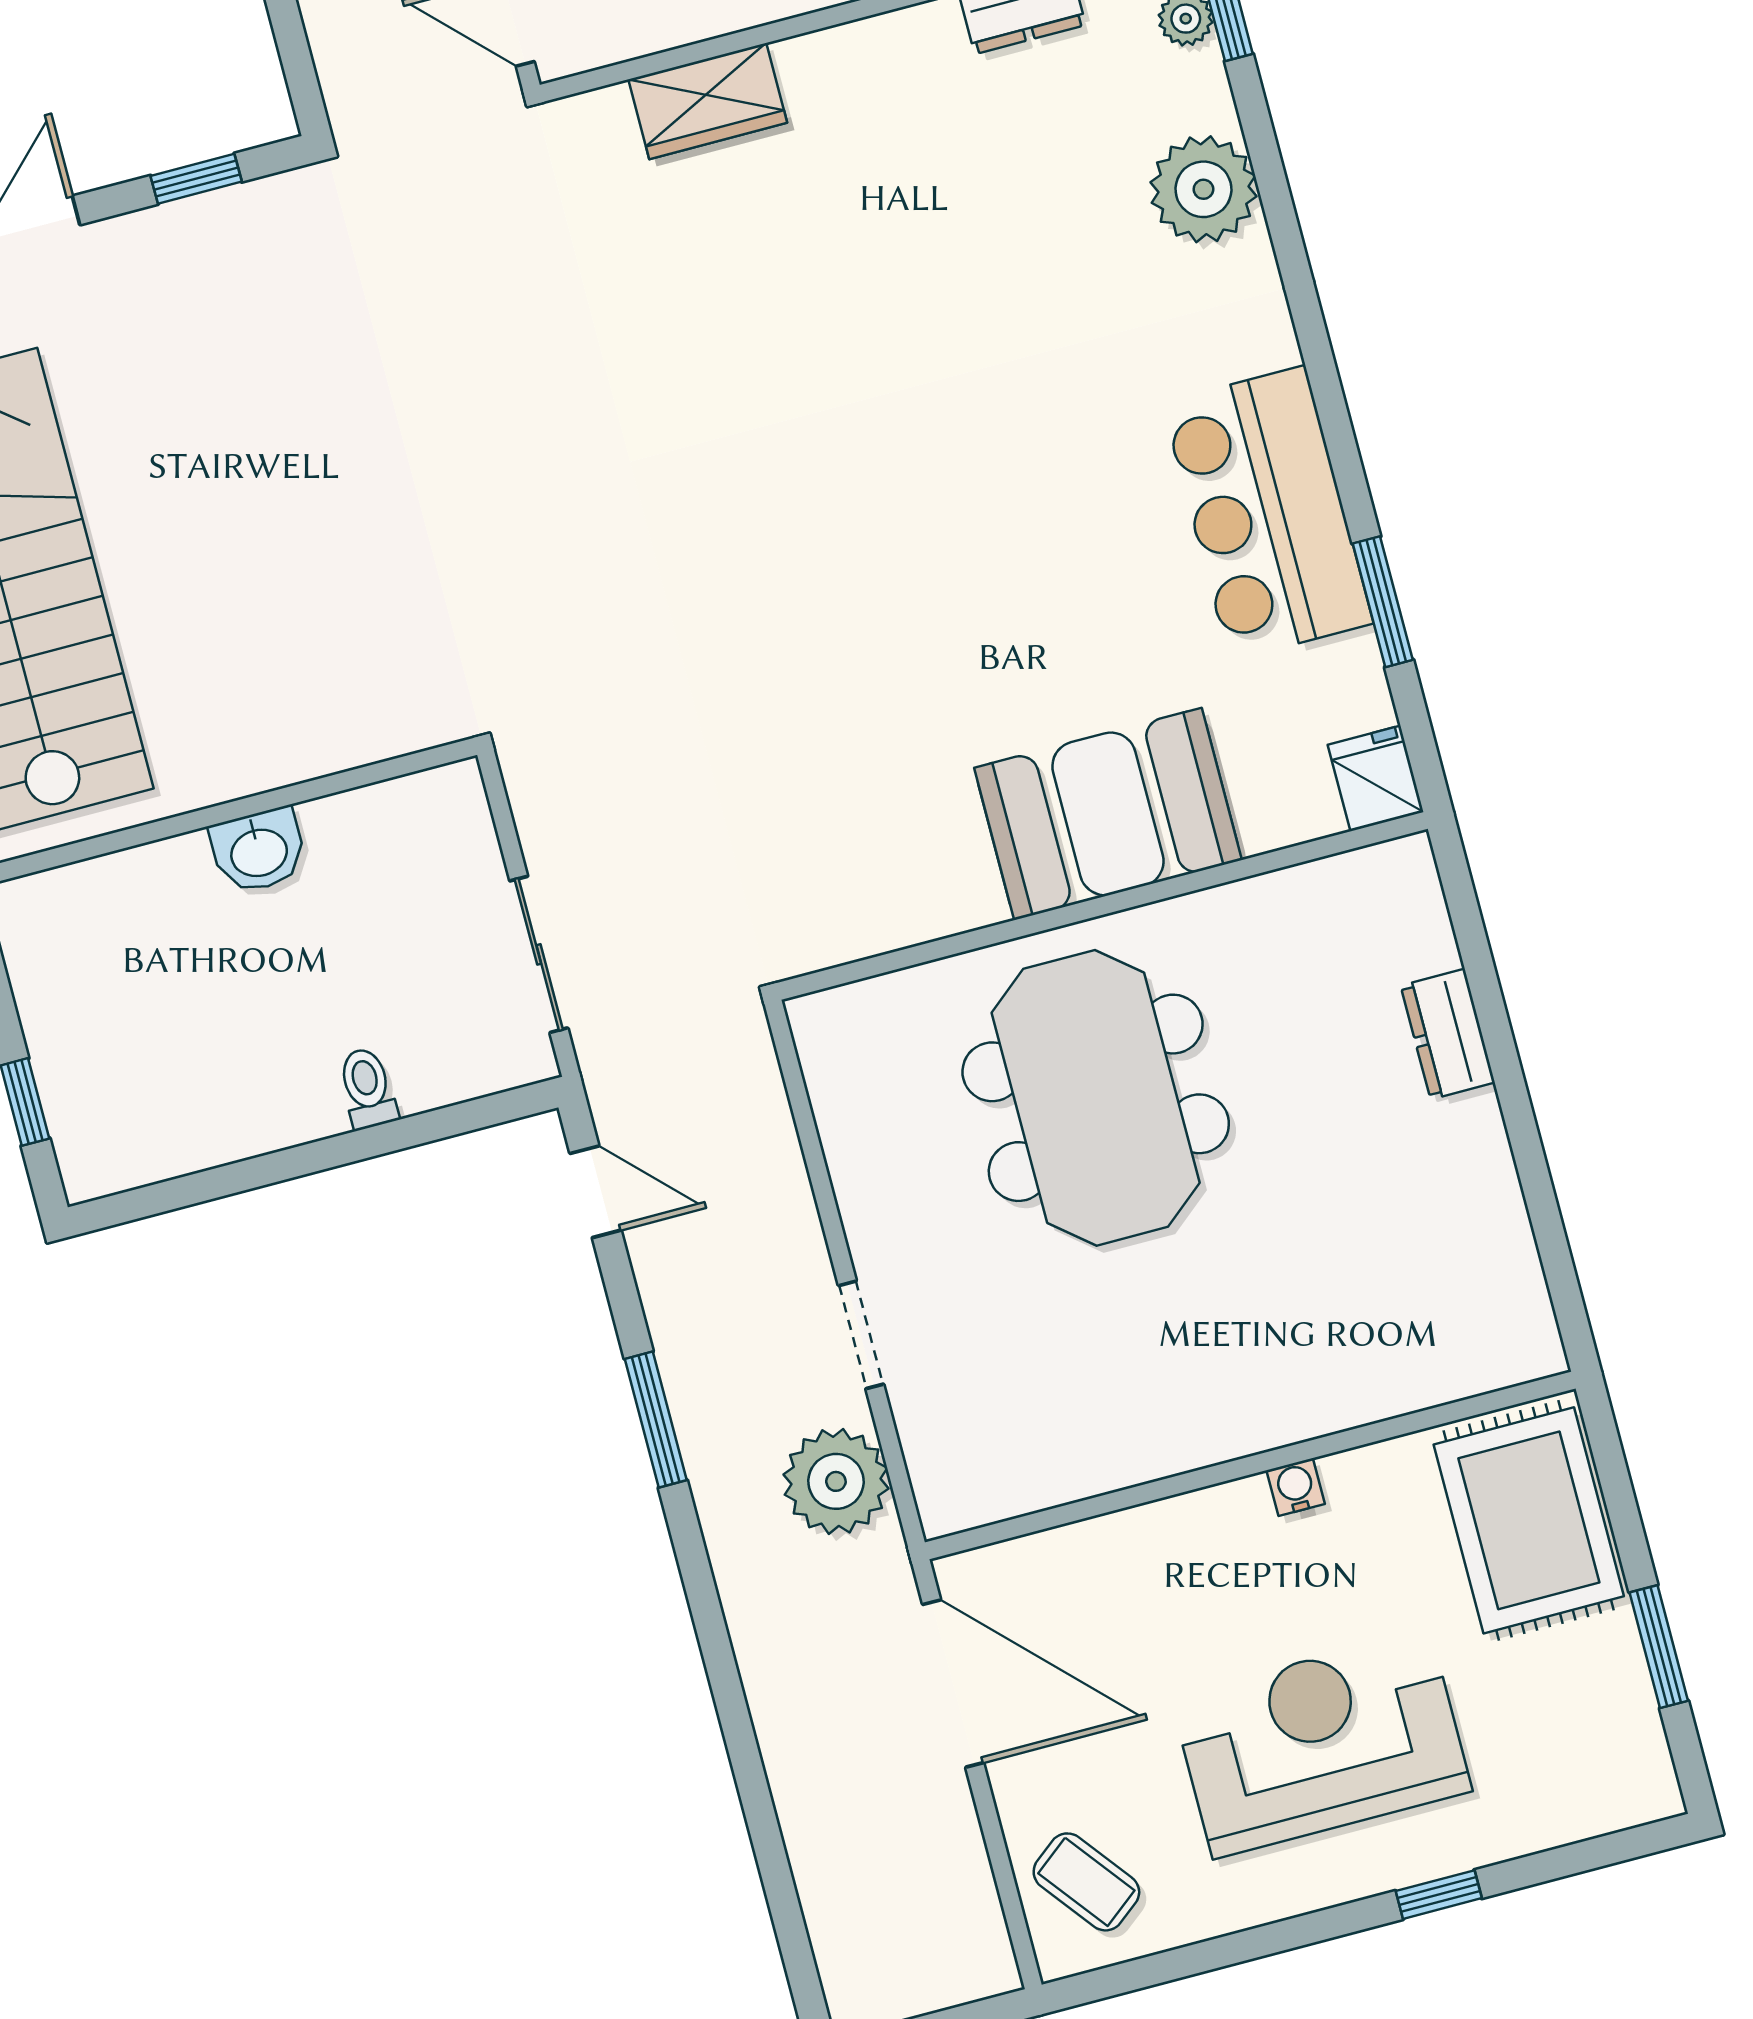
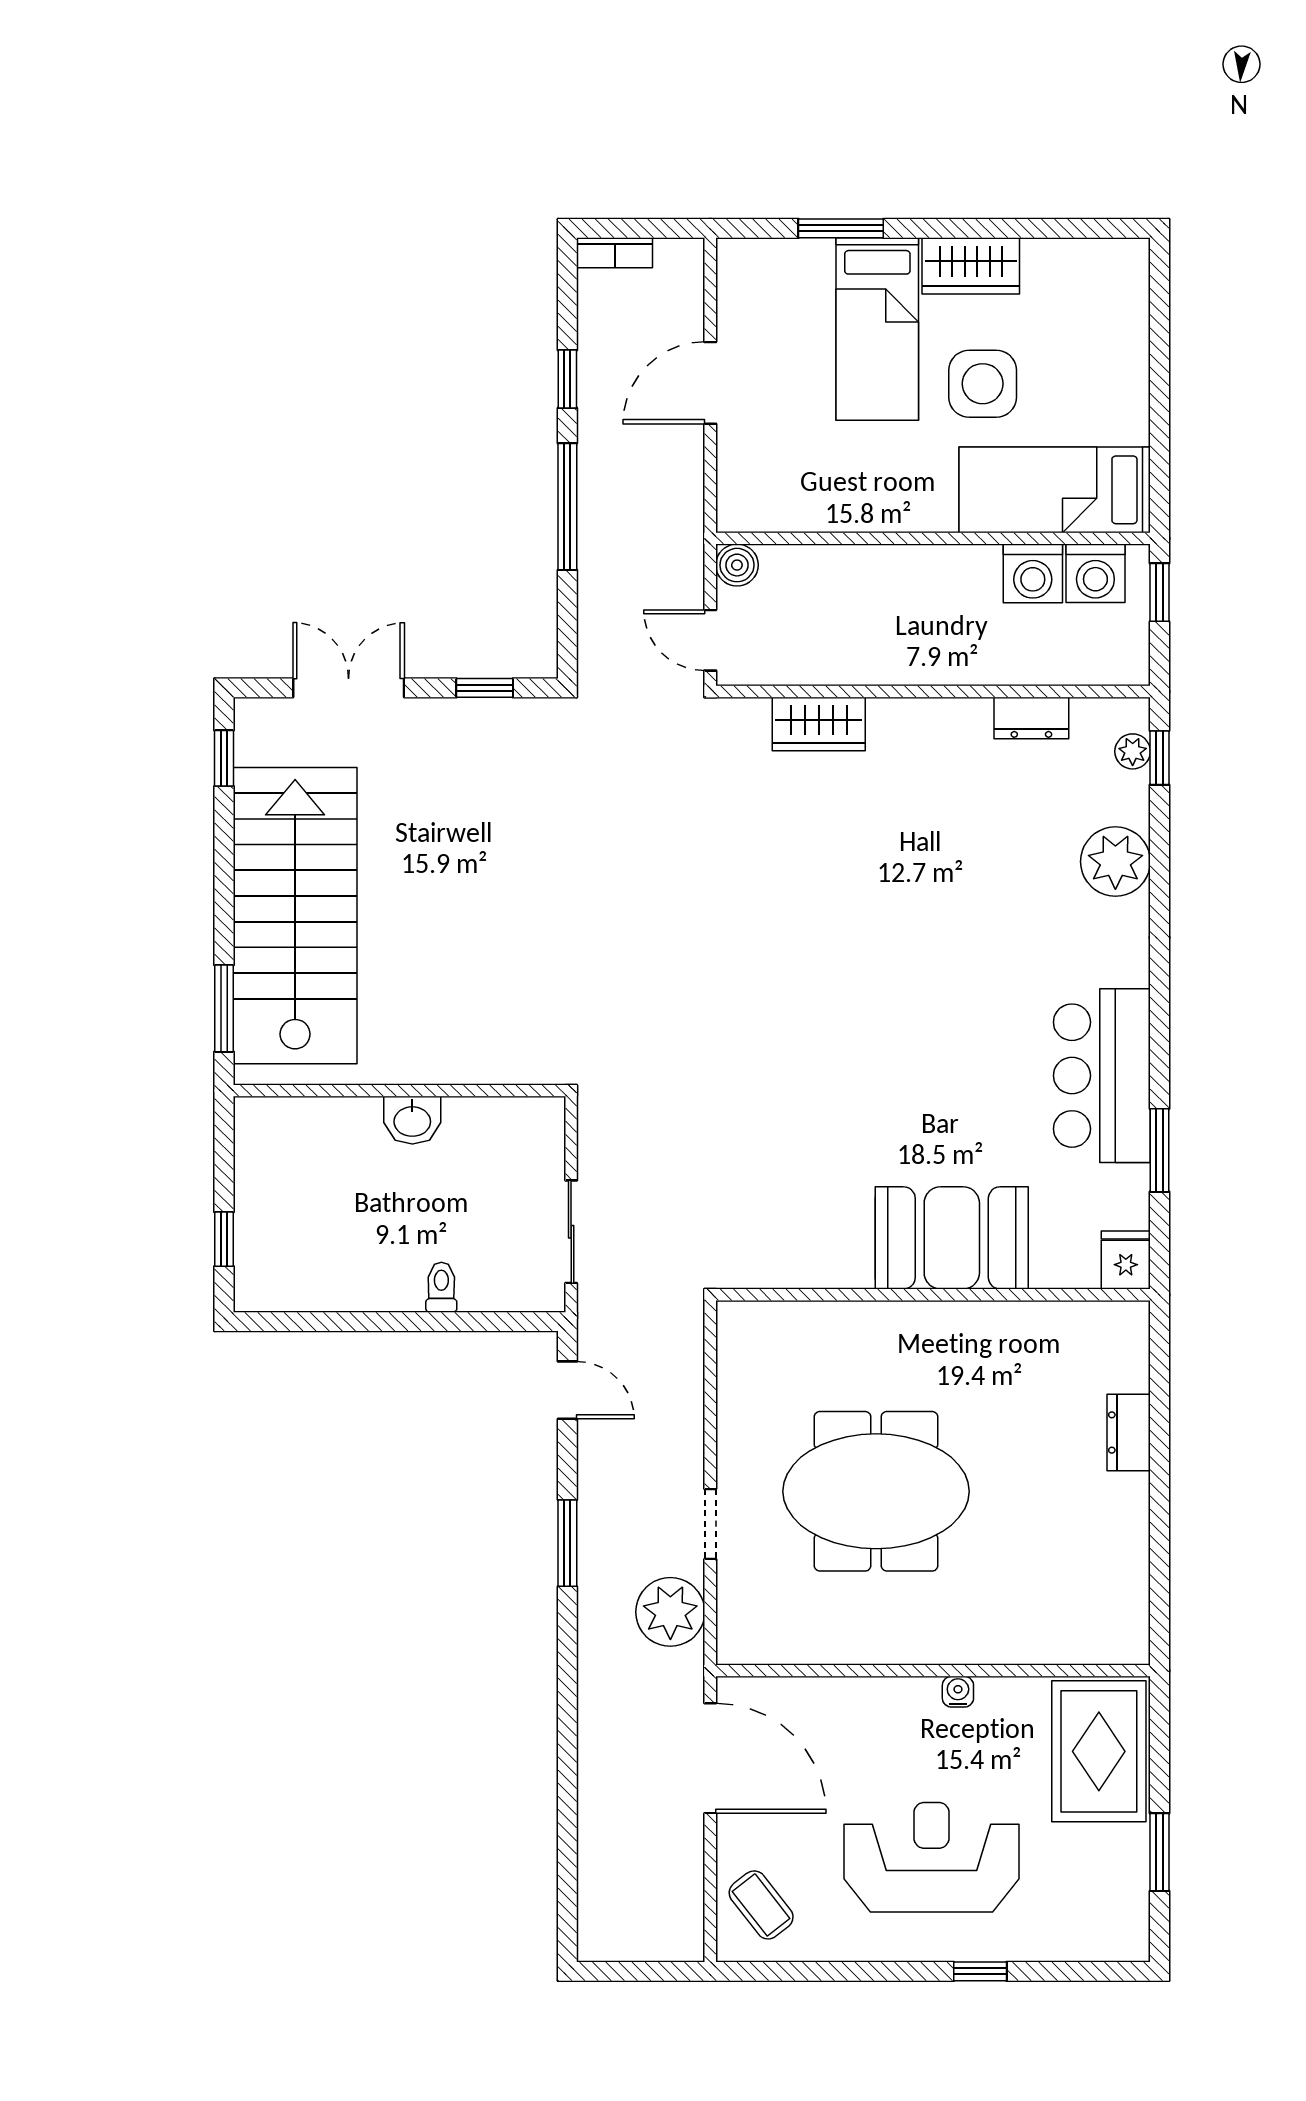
meeting table: (1096, 1098) -> (876, 1491), moved, turned 90

